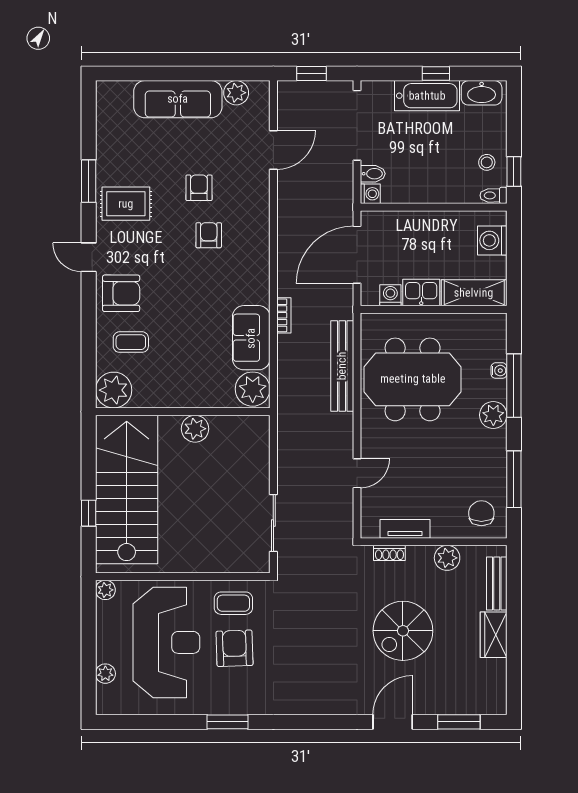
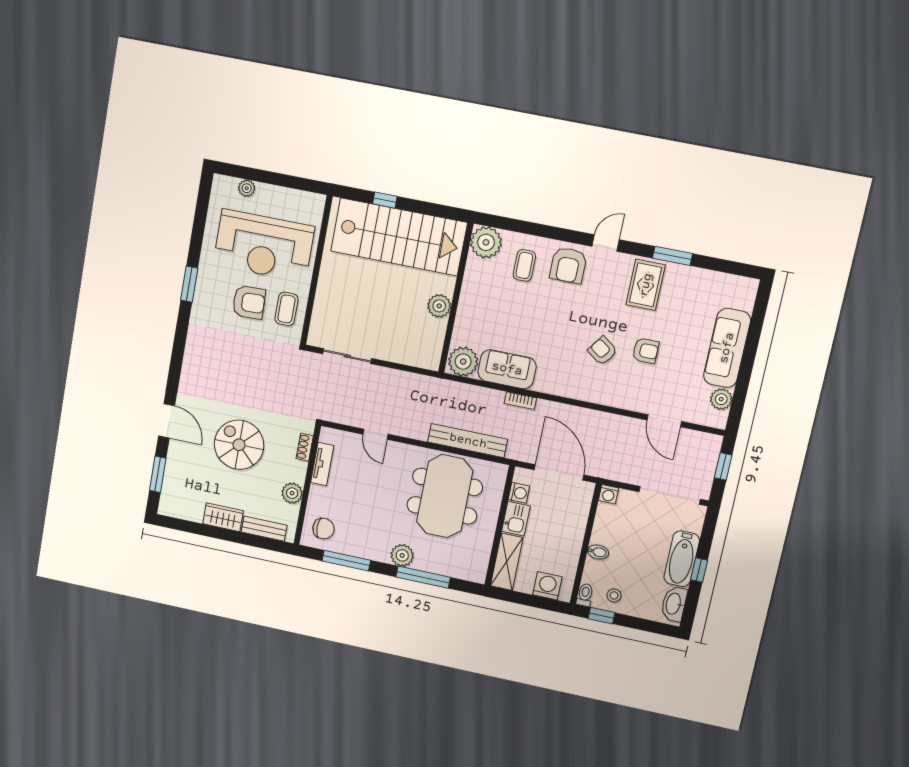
bidet: (373, 174) -> (598, 552), moved, turned -90
armchair: (209, 235) -> (603, 351), turned -144
water cooler: (499, 371) -> (438, 568), removed
plant: (105, 590) -> (317, 202), removed

